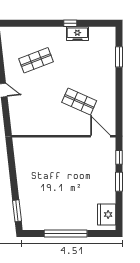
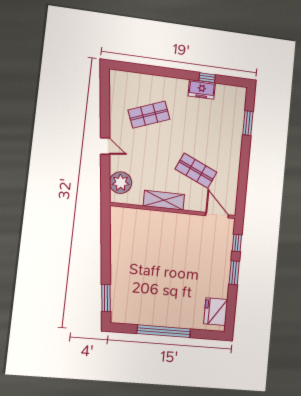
window: (70, 23) -> (207, 78), moved
plant: (19, 118) -> (121, 183), added
shelving: (55, 129) -> (164, 200), added

